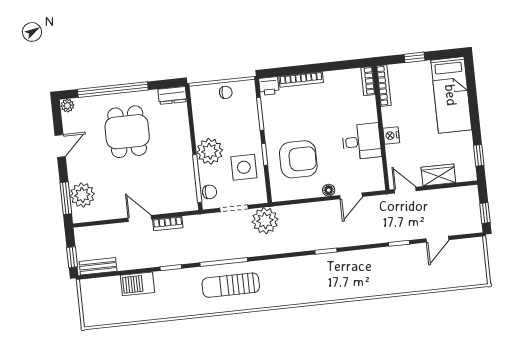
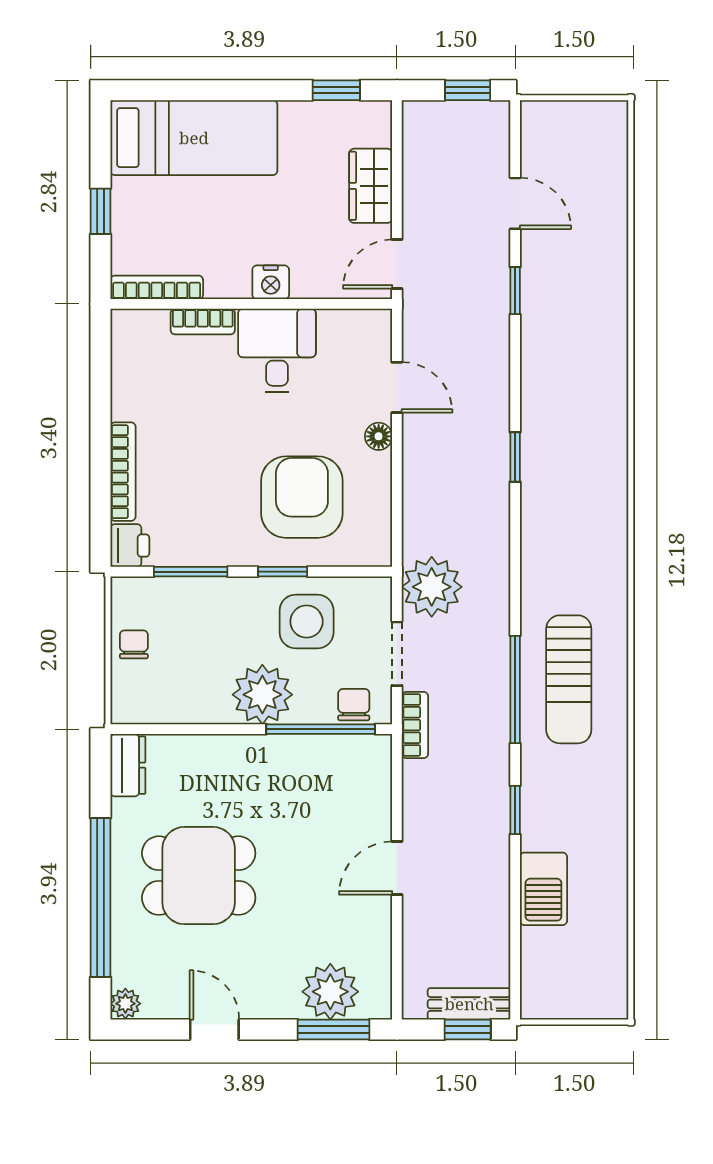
bookcase: (368, 81) -> (203, 322), moved
bookcase: (168, 224) -> (415, 725), moved
bench: (98, 266) -> (469, 1004), moved, turned 90

